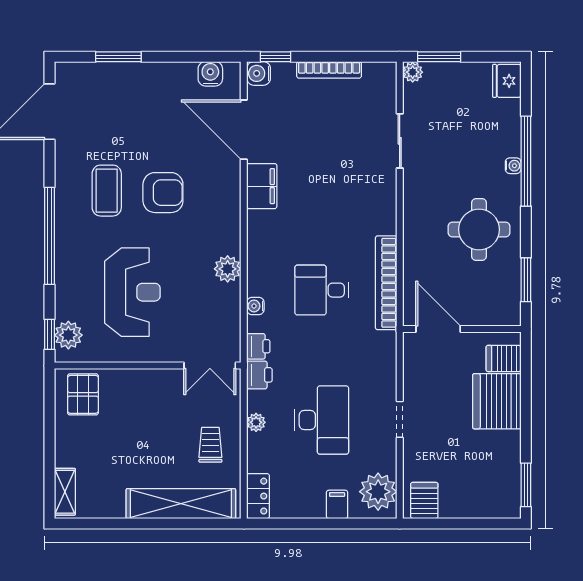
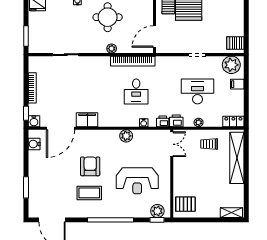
plant: (413, 72) -> (112, 49), moved
reception desk: (132, 292) -> (137, 181), turned 180

